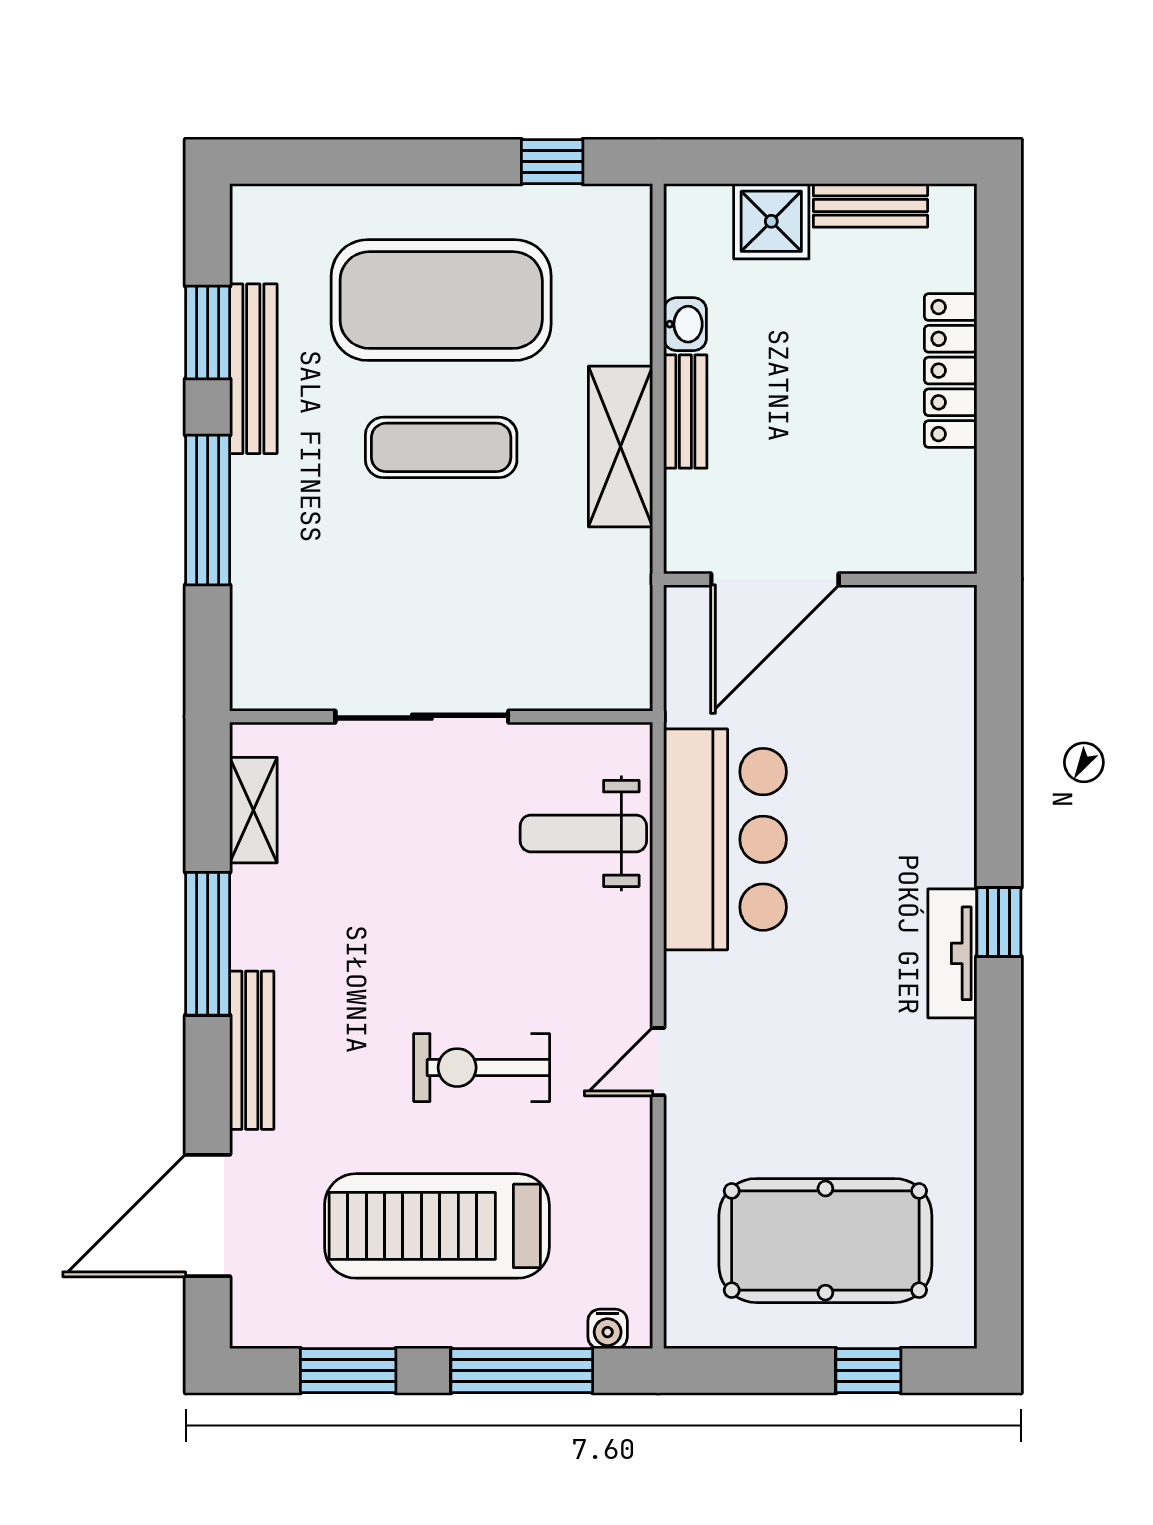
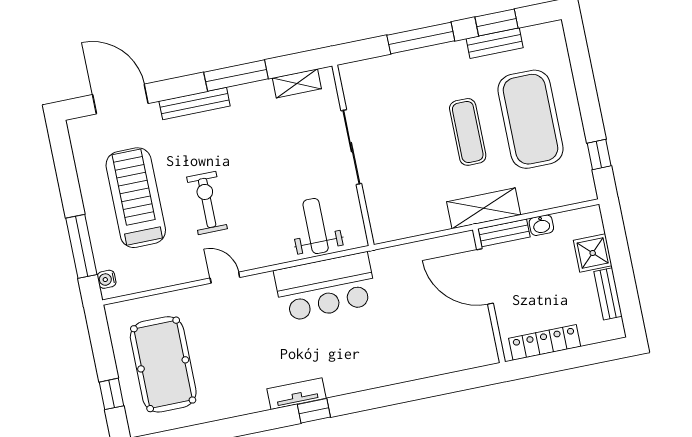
bench: (253, 369) -> (495, 43), width x0.73
door: (775, 579) -> (485, 276), moved
wall: (820, 579) -> (489, 296), moved
window: (348, 1371) -> (66, 172), removed

